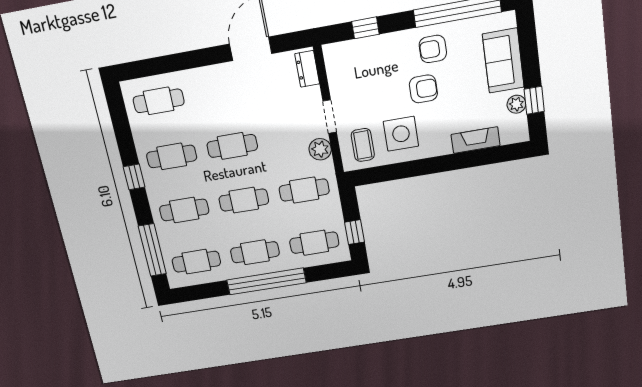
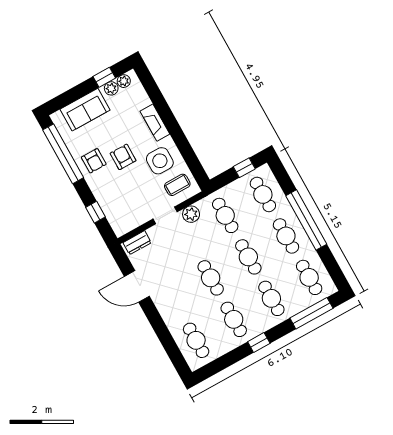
plant: (519, 123) -> (124, 81), added
fireplace: (476, 140) -> (155, 123), moved

